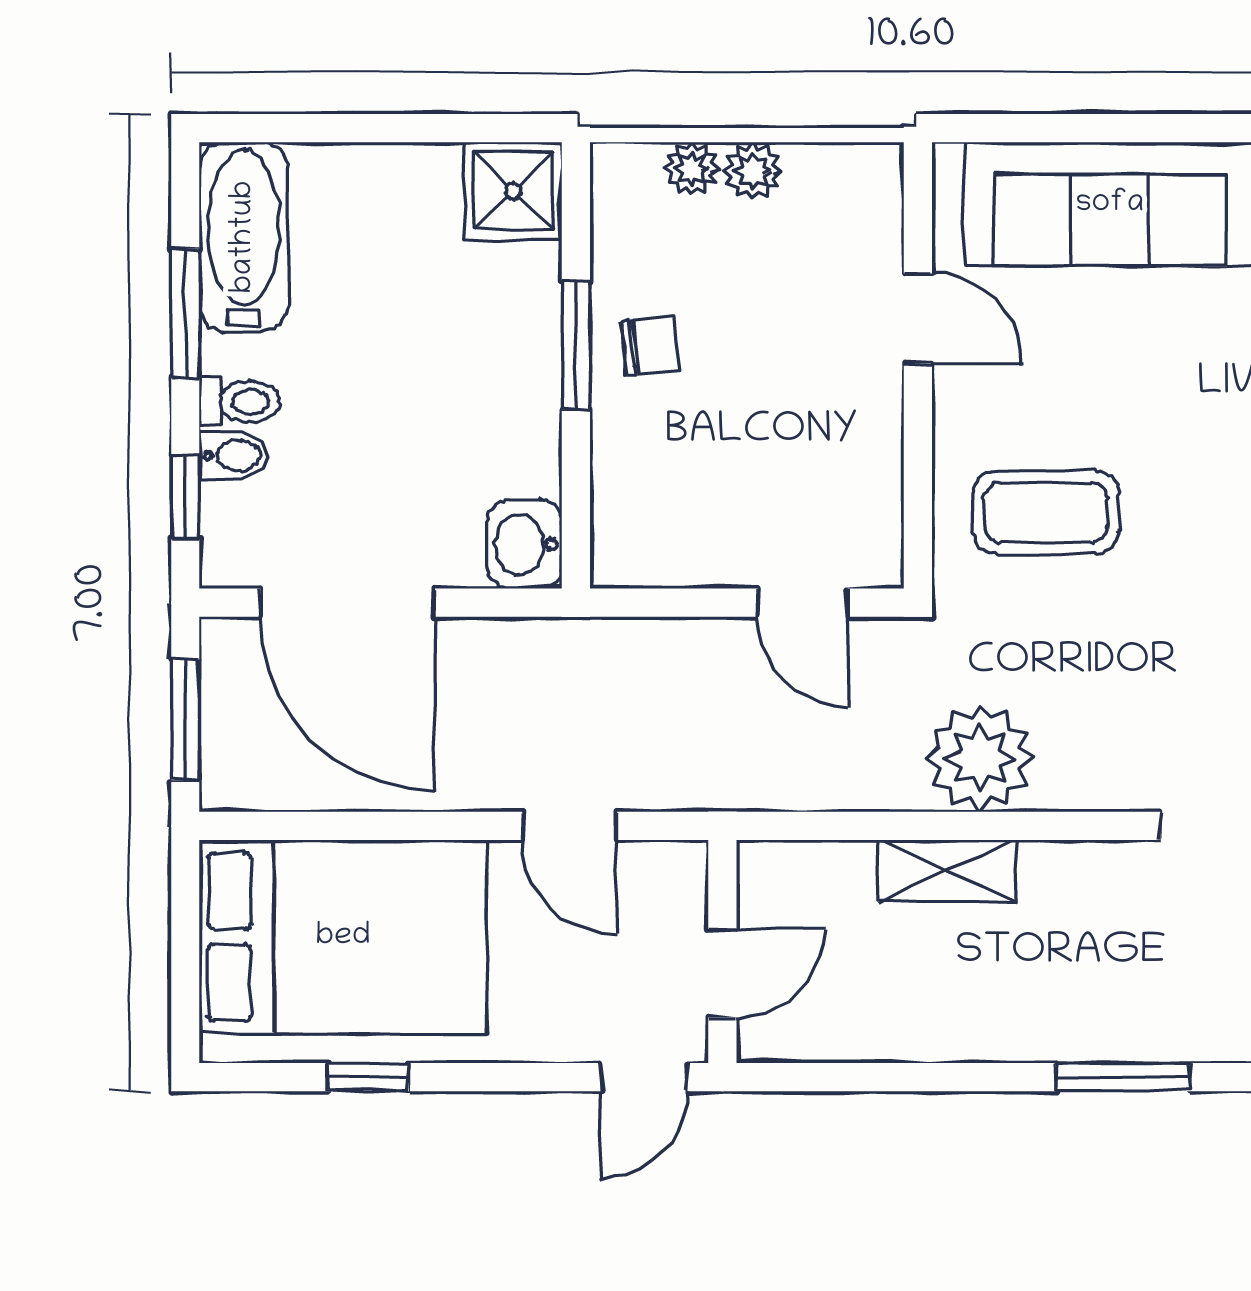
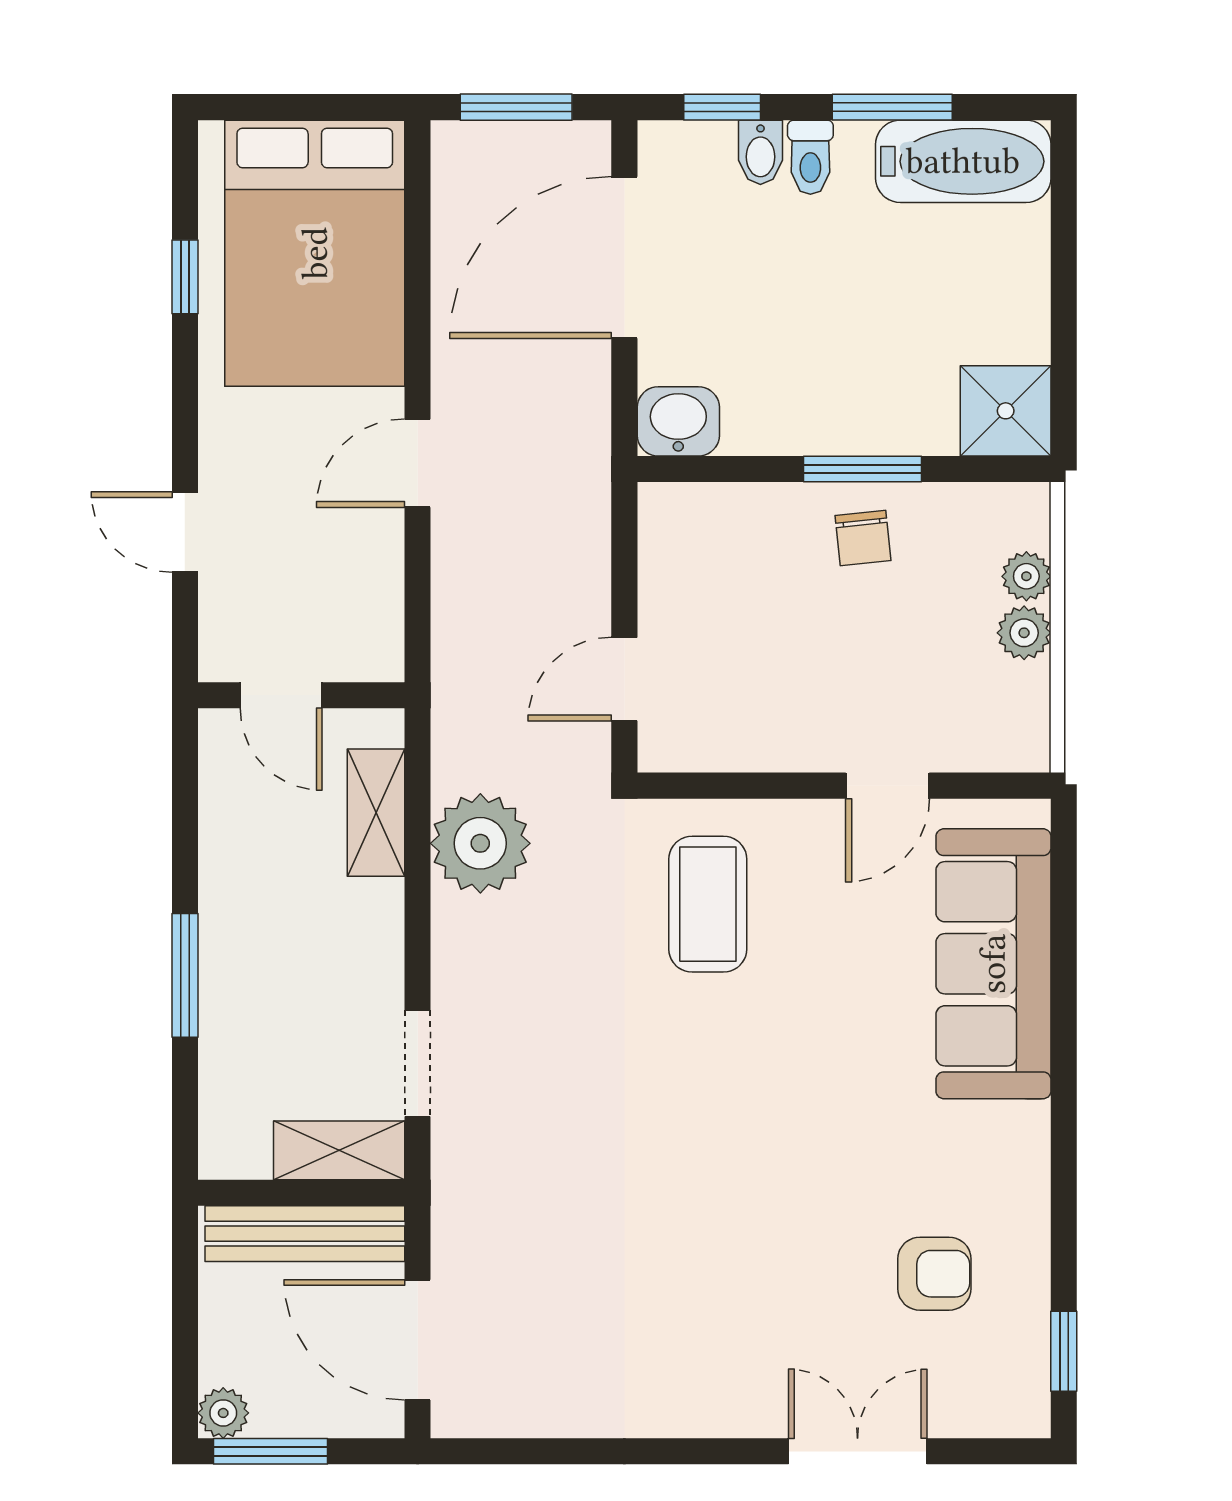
wall: (722, 951) -> (301, 695), moved
door: (722, 973) -> (281, 695), moved

